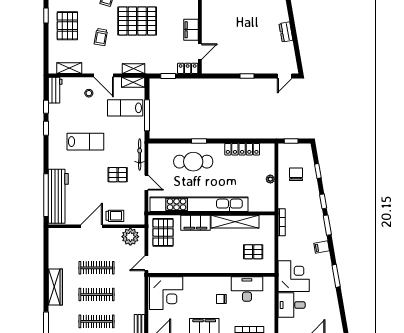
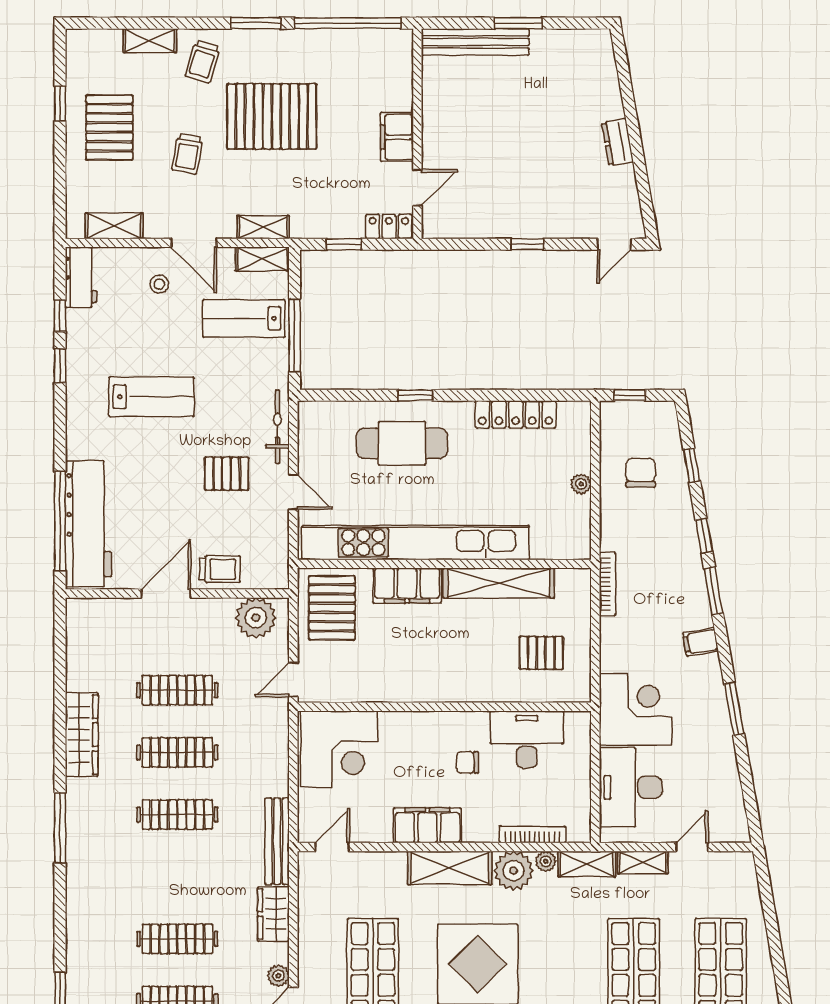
desk: (292, 305) -> (631, 787), width x1.37

